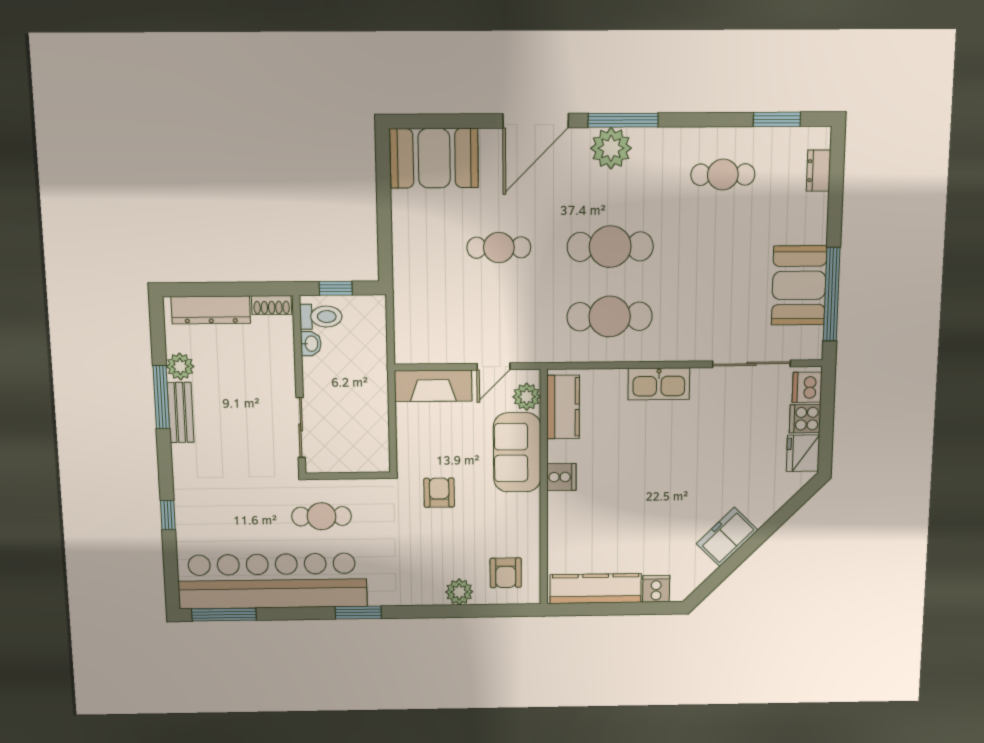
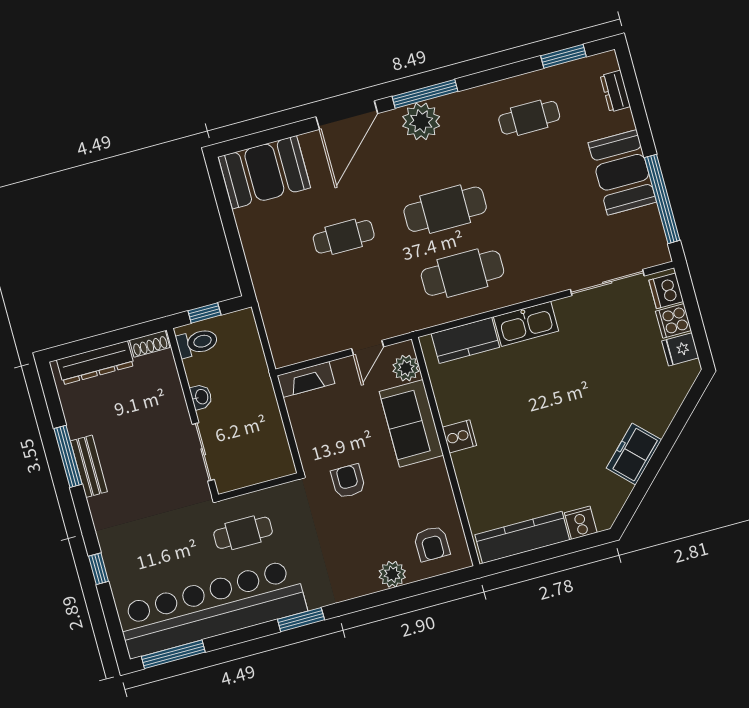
booth: (799, 285) -> (622, 172), moved
washbasin: (311, 344) -> (201, 397), moved
plant: (180, 366) -> (79, 423), removed
fireplace: (433, 386) -> (306, 379), width x0.73, depth x0.76
kitchen counter: (563, 407) -> (465, 340), moved, turned 90
fridge: (803, 453) -> (680, 349), width x0.72

